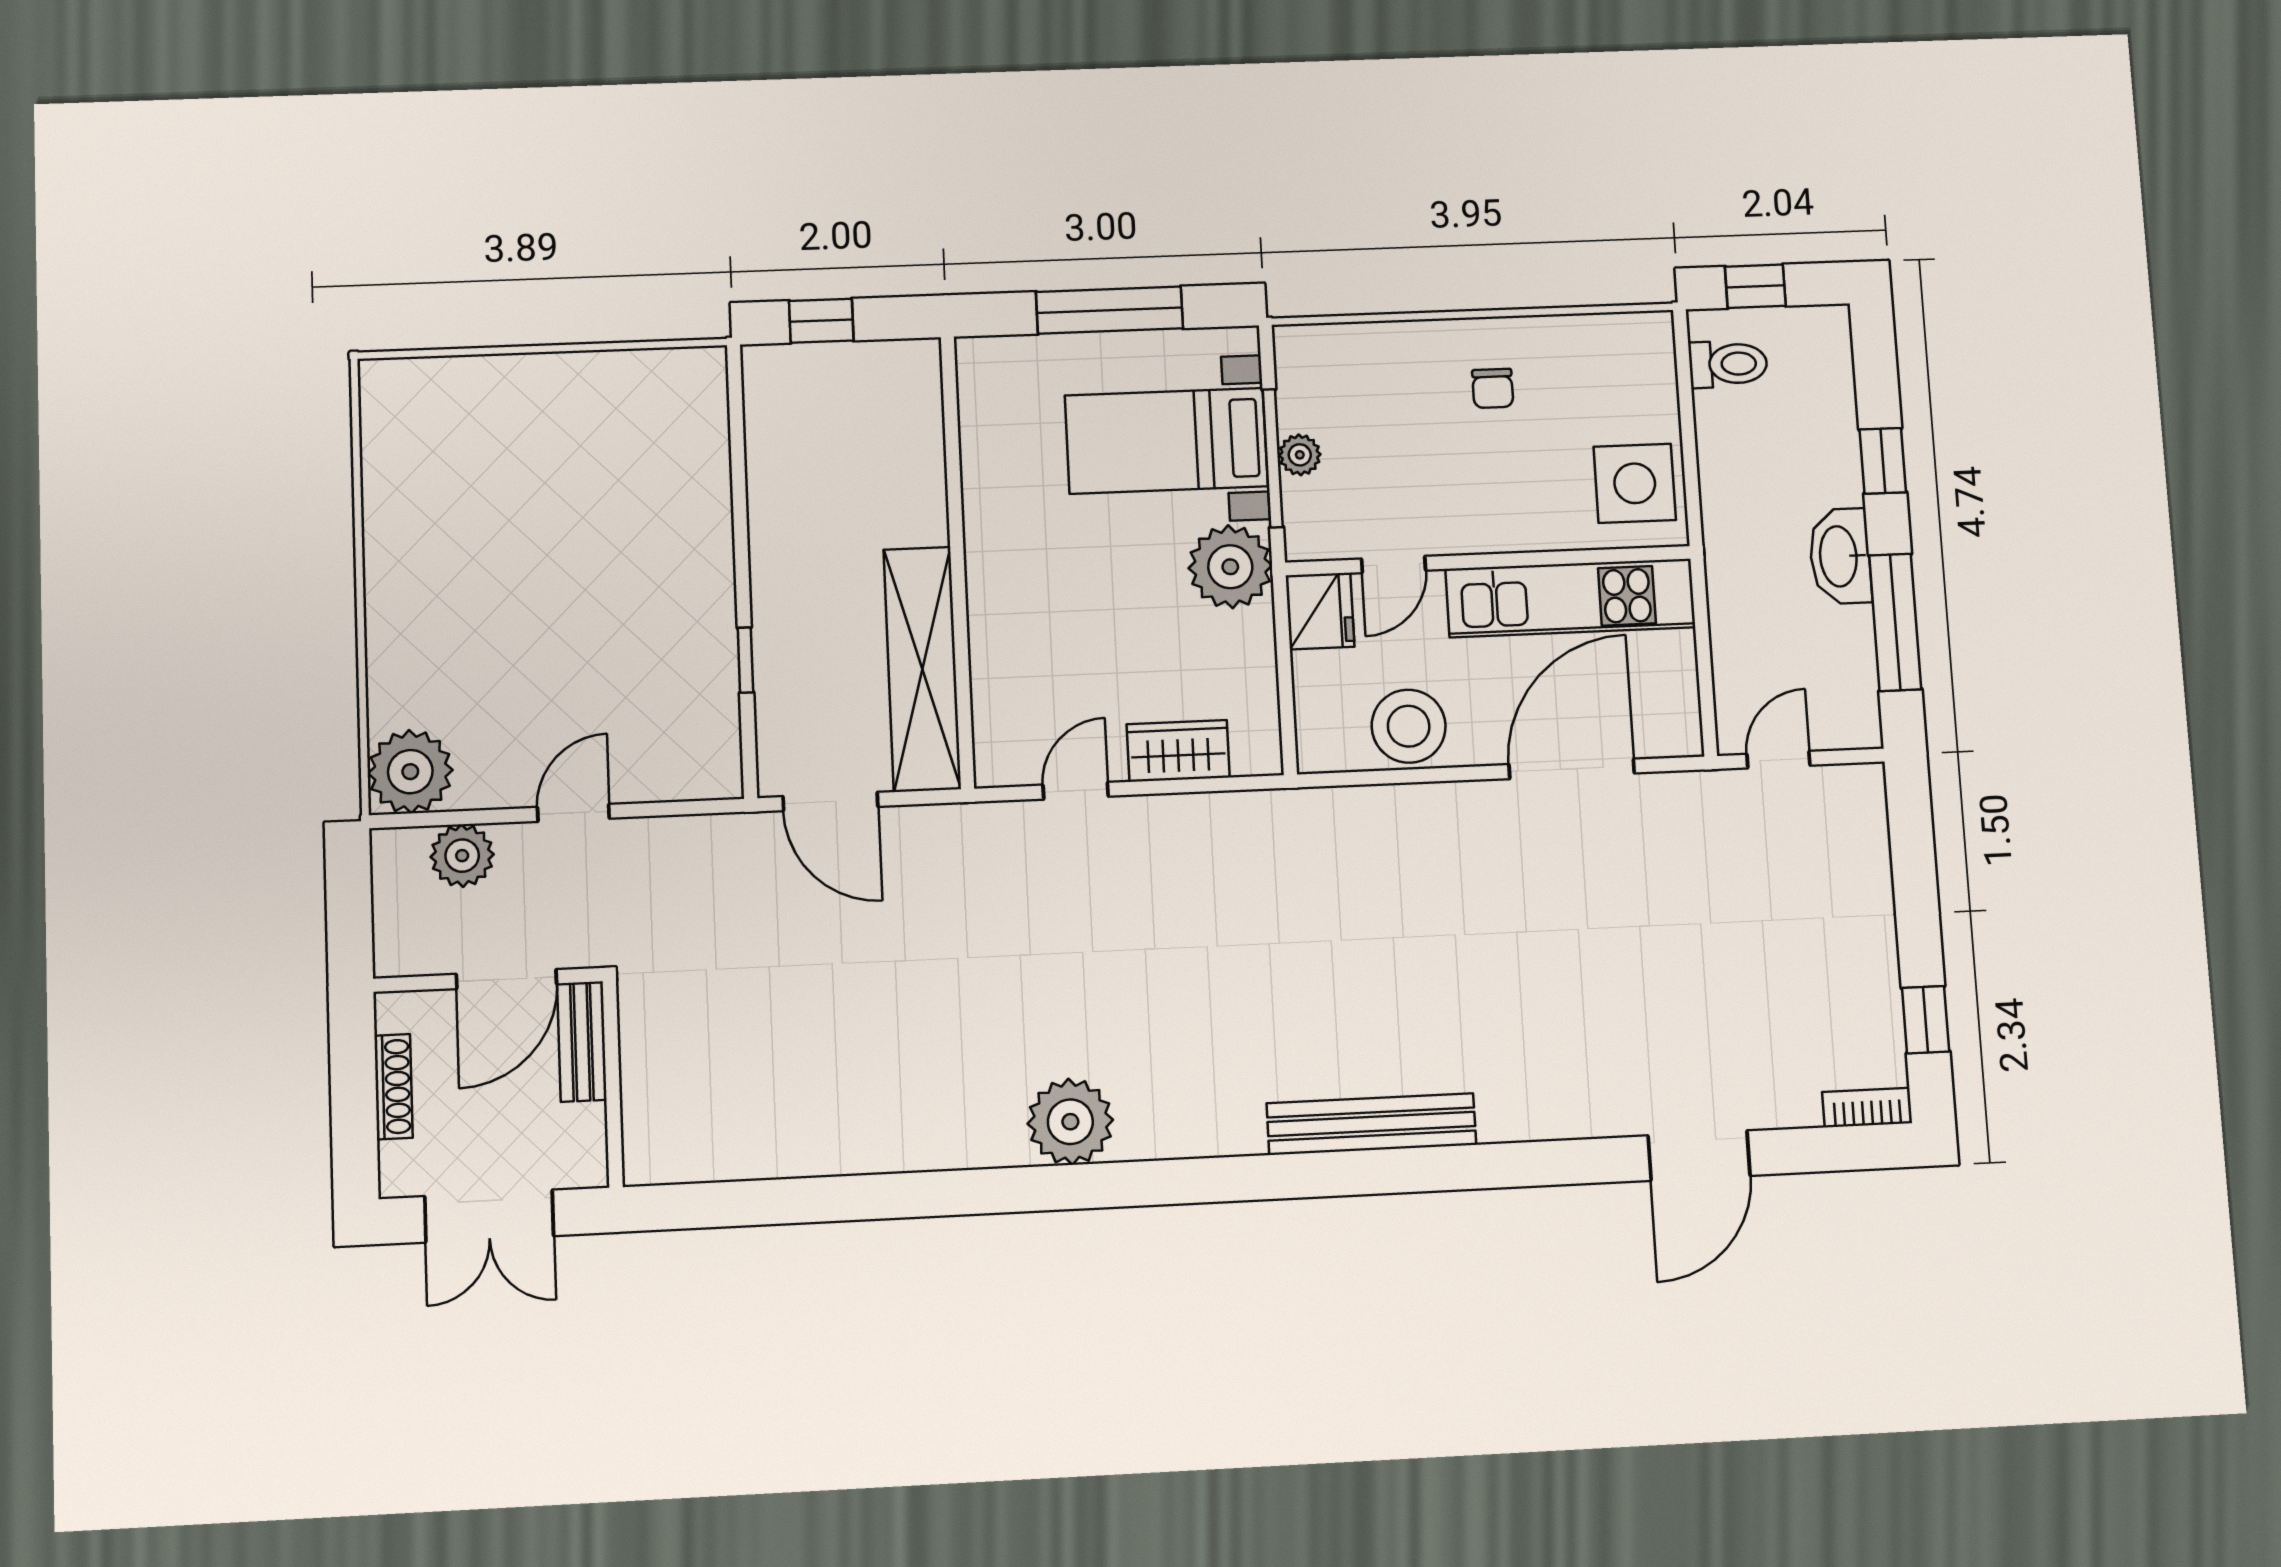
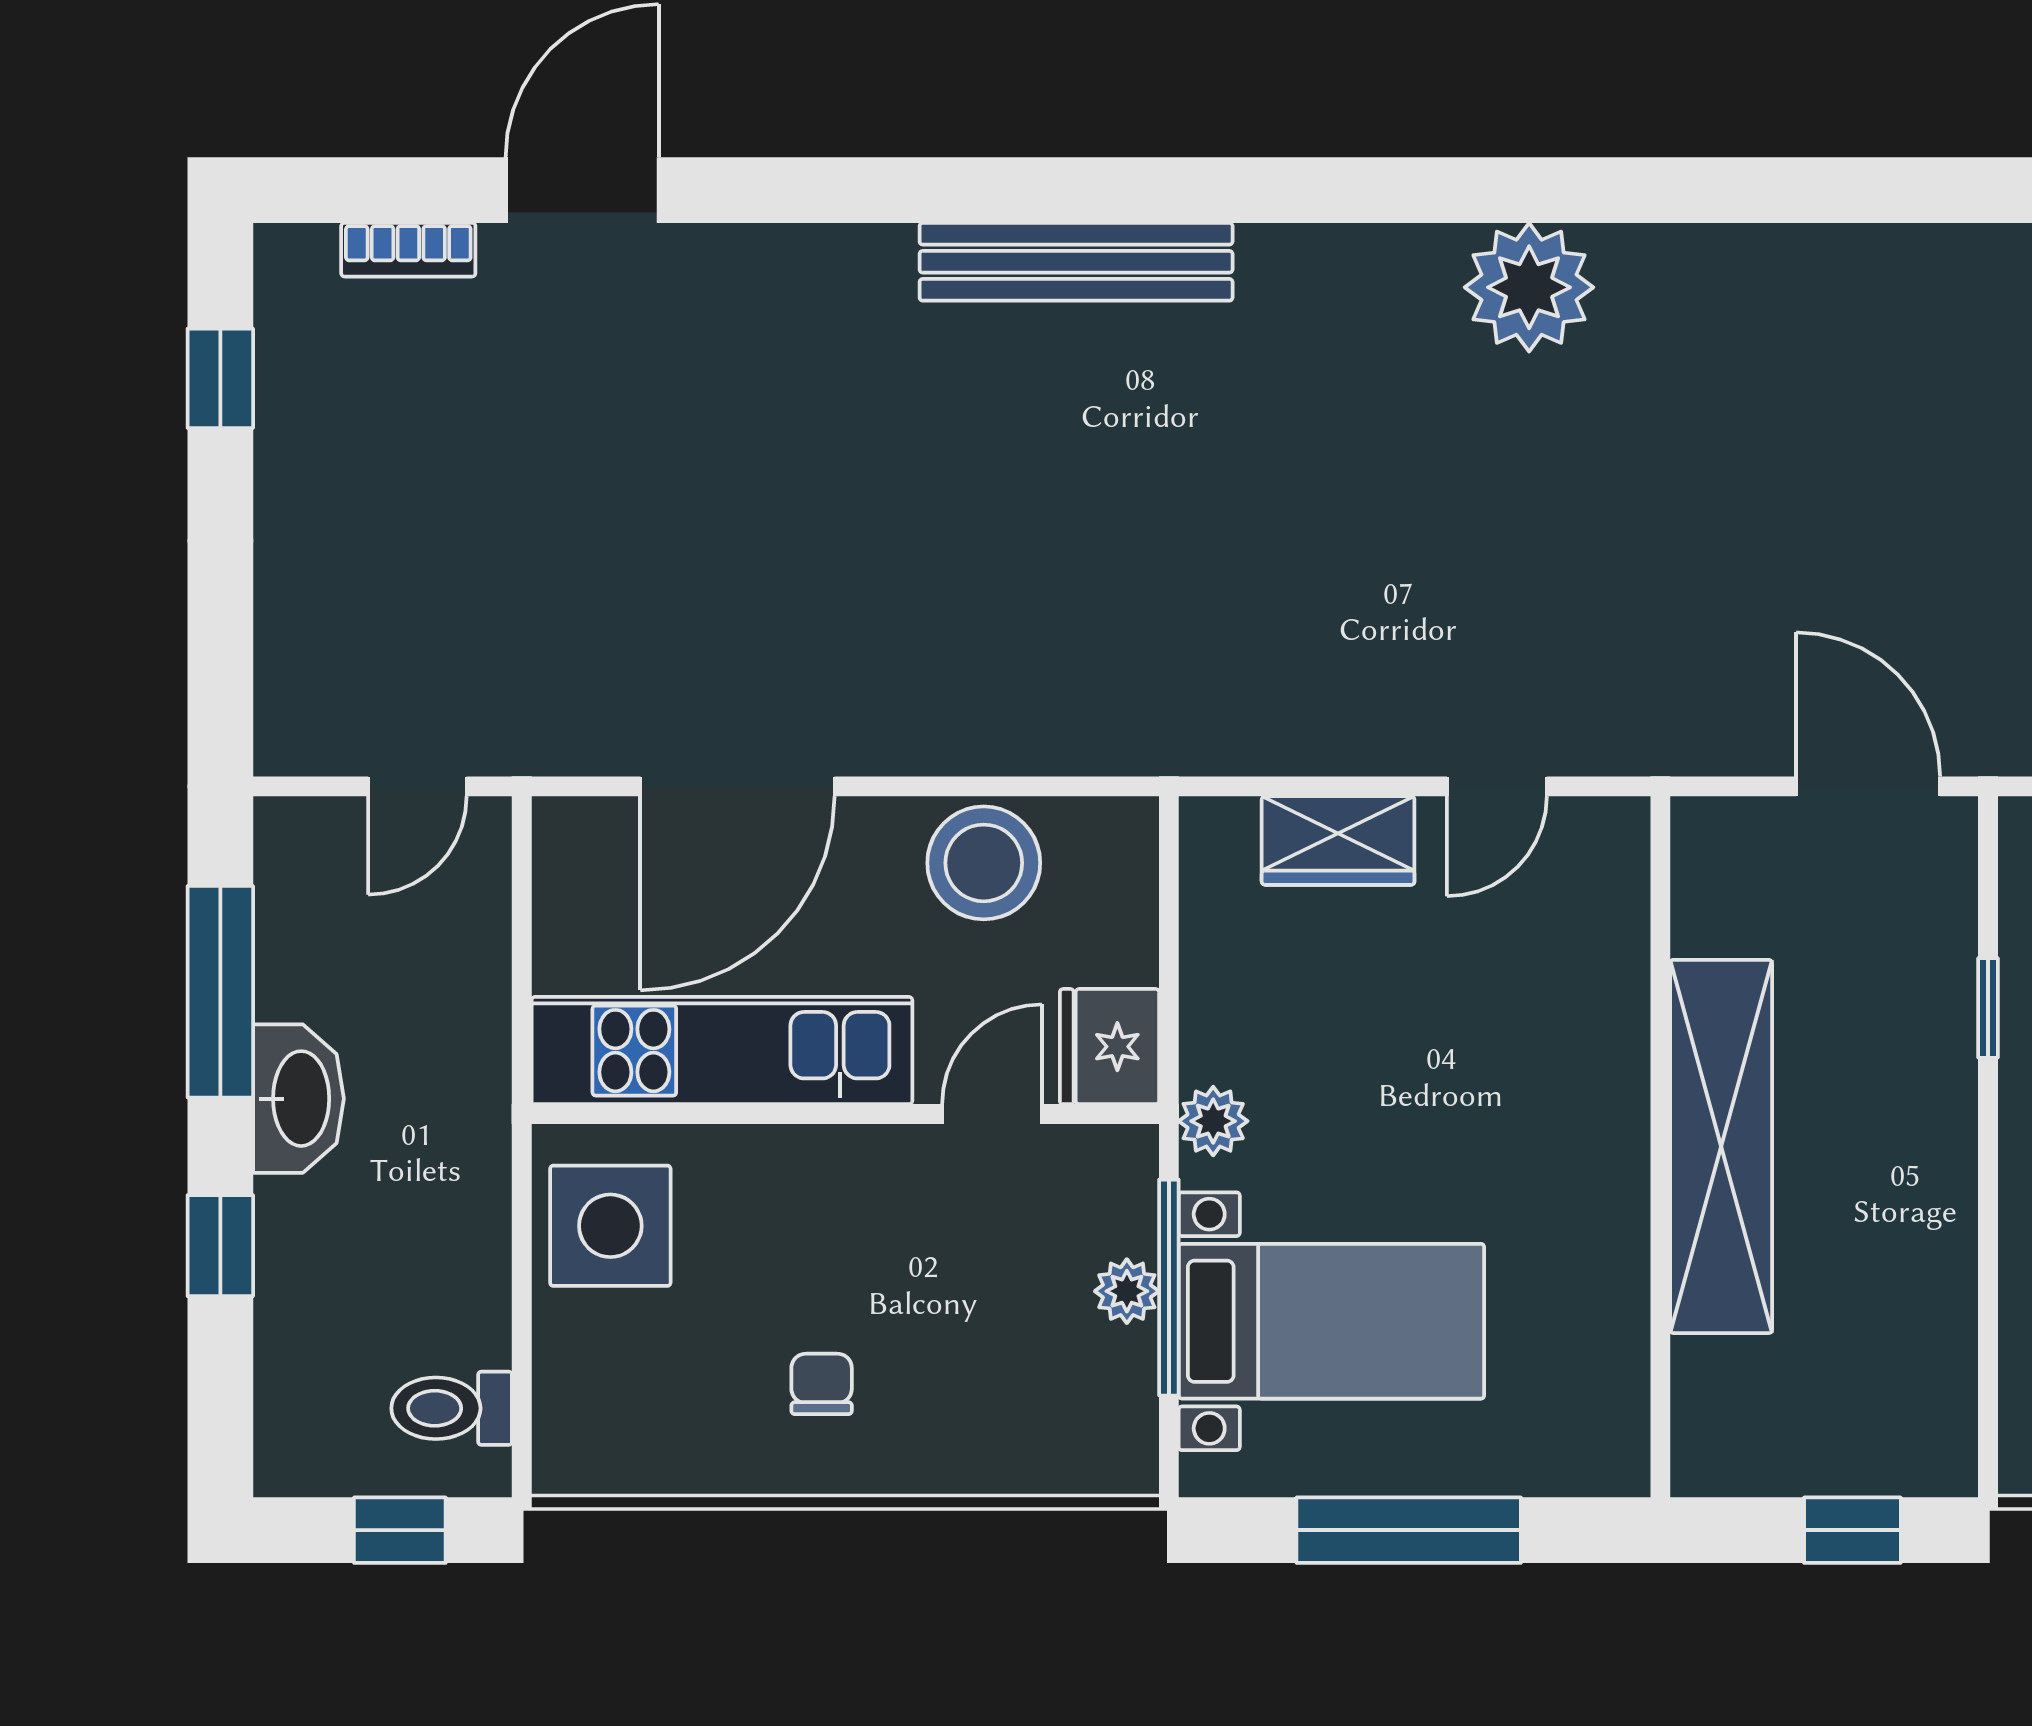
plant: (1230, 567) -> (1213, 1121), width x0.53, depth x0.53
shelving: (922, 669) -> (1721, 1146), moved
bookcase: (1867, 1108) -> (408, 250), moved

